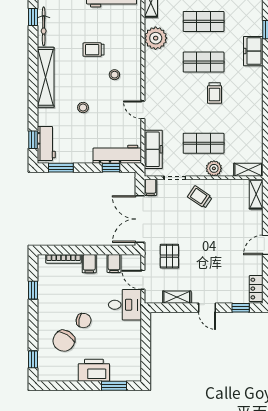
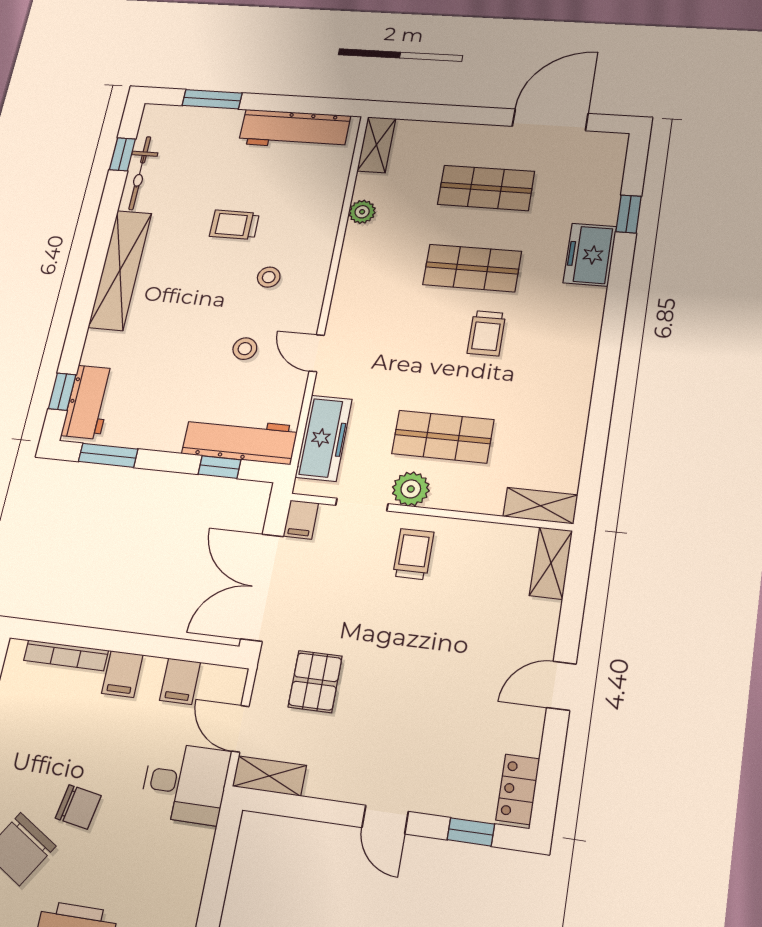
plant: (156, 38) -> (362, 212), width x0.53, depth x0.53
stool: (83, 108) -> (245, 349), moved
plant: (214, 168) -> (411, 489), moved
trolley: (200, 197) -> (413, 554), turned 56
shelving: (177, 297) -> (269, 776), moved

